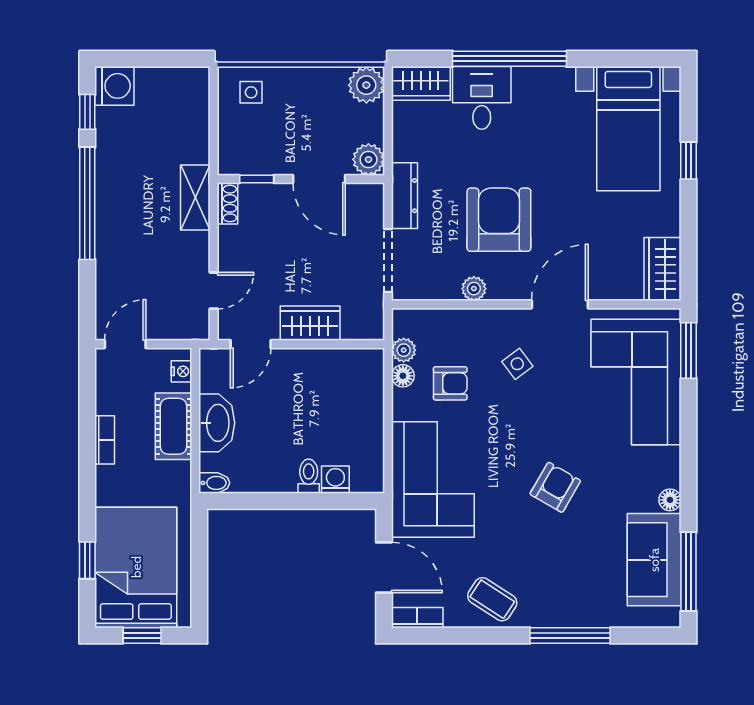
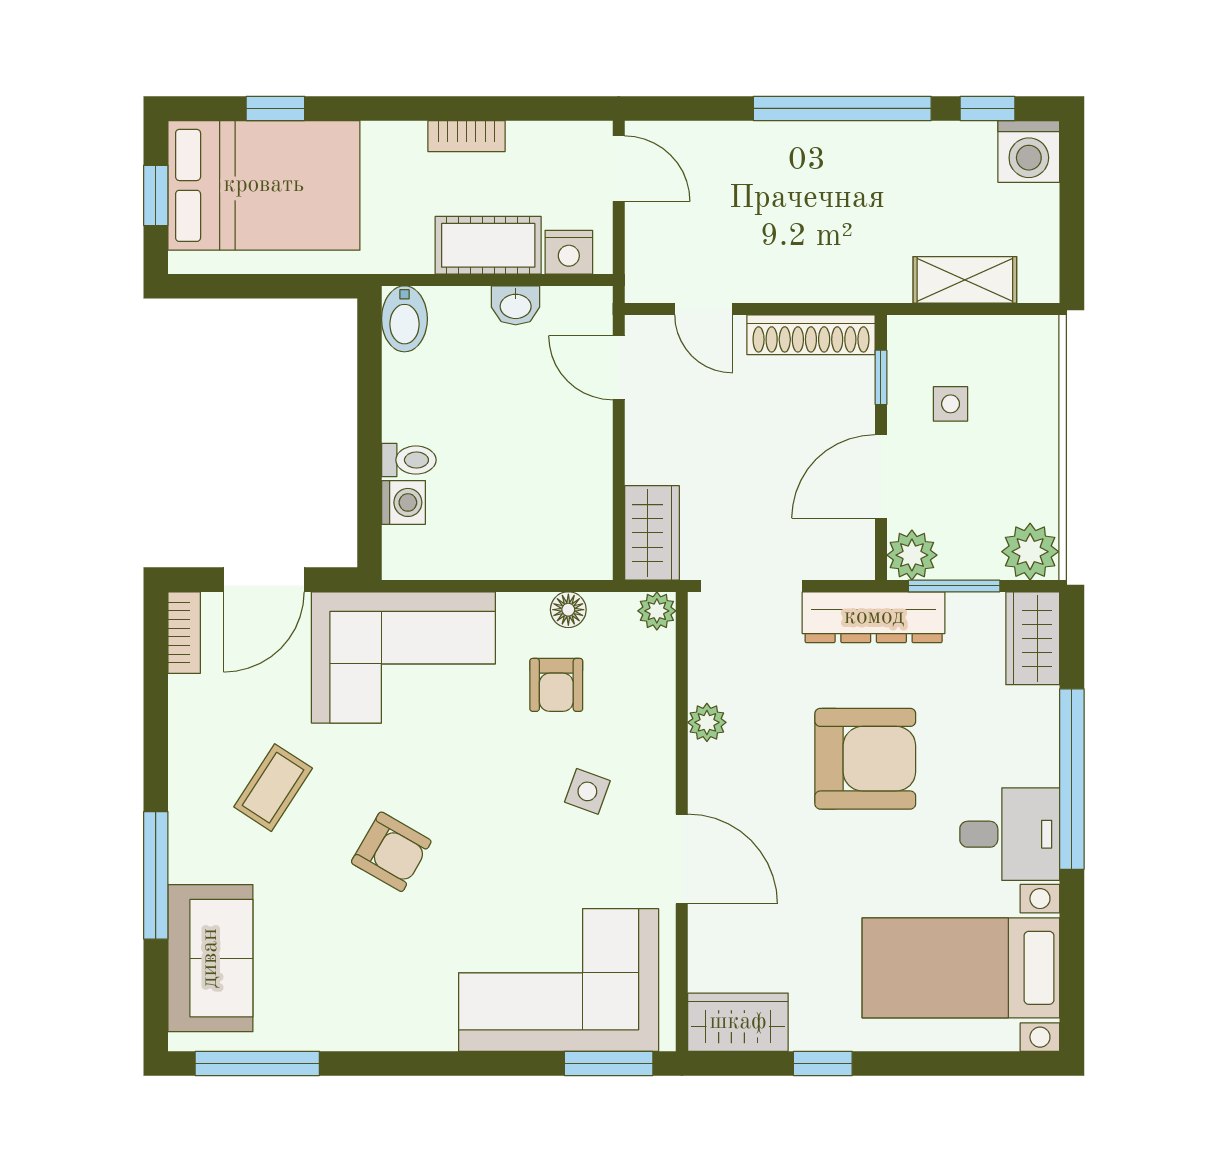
side table: (251, 92) -> (951, 404), moved
desk: (482, 98) -> (1010, 834), moved
window: (388, 133) -> (954, 586), added
window: (689, 161) -> (823, 1063), moved
dresser: (404, 196) -> (874, 617), width x1.37, depth x1.24
shelving: (195, 198) -> (965, 280), moved
shoe rack: (227, 203) -> (811, 335), width x1.94, depth x1.24
armchair: (499, 220) -> (865, 759), moved
wardrobe: (310, 323) -> (652, 533), moved
plant: (404, 350) -> (657, 611), moved
side table: (517, 364) -> (587, 791), turned -33
nightstand: (181, 371) -> (569, 252), width x1.39, depth x1.35
washbasin: (217, 423) -> (516, 305), width x0.52, depth x0.69
bidet: (214, 483) -> (404, 319), width x1.38, depth x1.36
floor lamp: (670, 500) -> (371, 1034), removed
sofa: (654, 560) -> (210, 958), moved, turned 90
coffee table: (492, 599) -> (273, 788), moved

